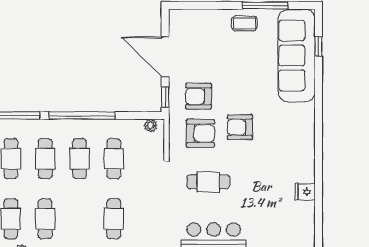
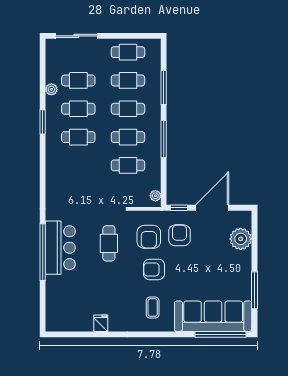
plant: (203, 22) -> (241, 239), added
coffee table: (244, 23) -> (153, 308), moved
window: (319, 47) -> (220, 334), width x3.17
window: (82, 115) -> (164, 139), width x0.68
armchair: (240, 127) -> (154, 269), turned -90
cafe table: (114, 219) -> (78, 137), moved

